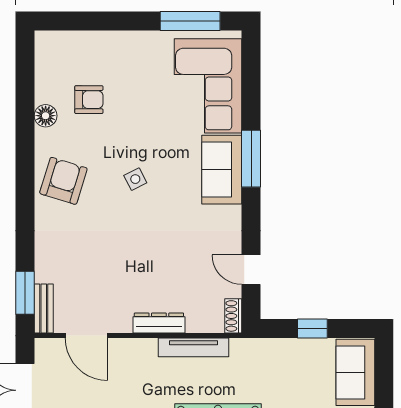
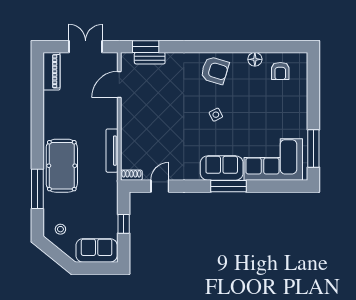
armchair: (89, 100) -> (280, 71), moved
bench: (44, 309) -> (150, 58), moved
dresser: (159, 323) -> (127, 129), removed

